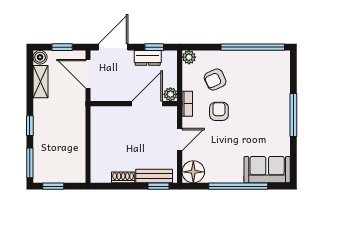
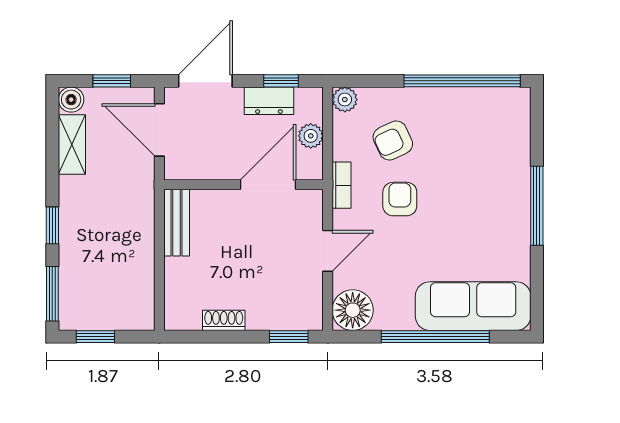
plant: (170, 94) -> (311, 136), moved
sofa: (267, 170) -> (473, 306), width x1.36
bench: (154, 176) -> (177, 223), moved, turned 90

